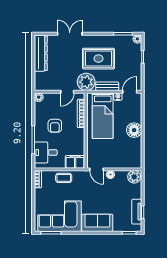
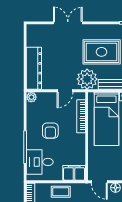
dresser: (41, 53) -> (34, 68), moved

